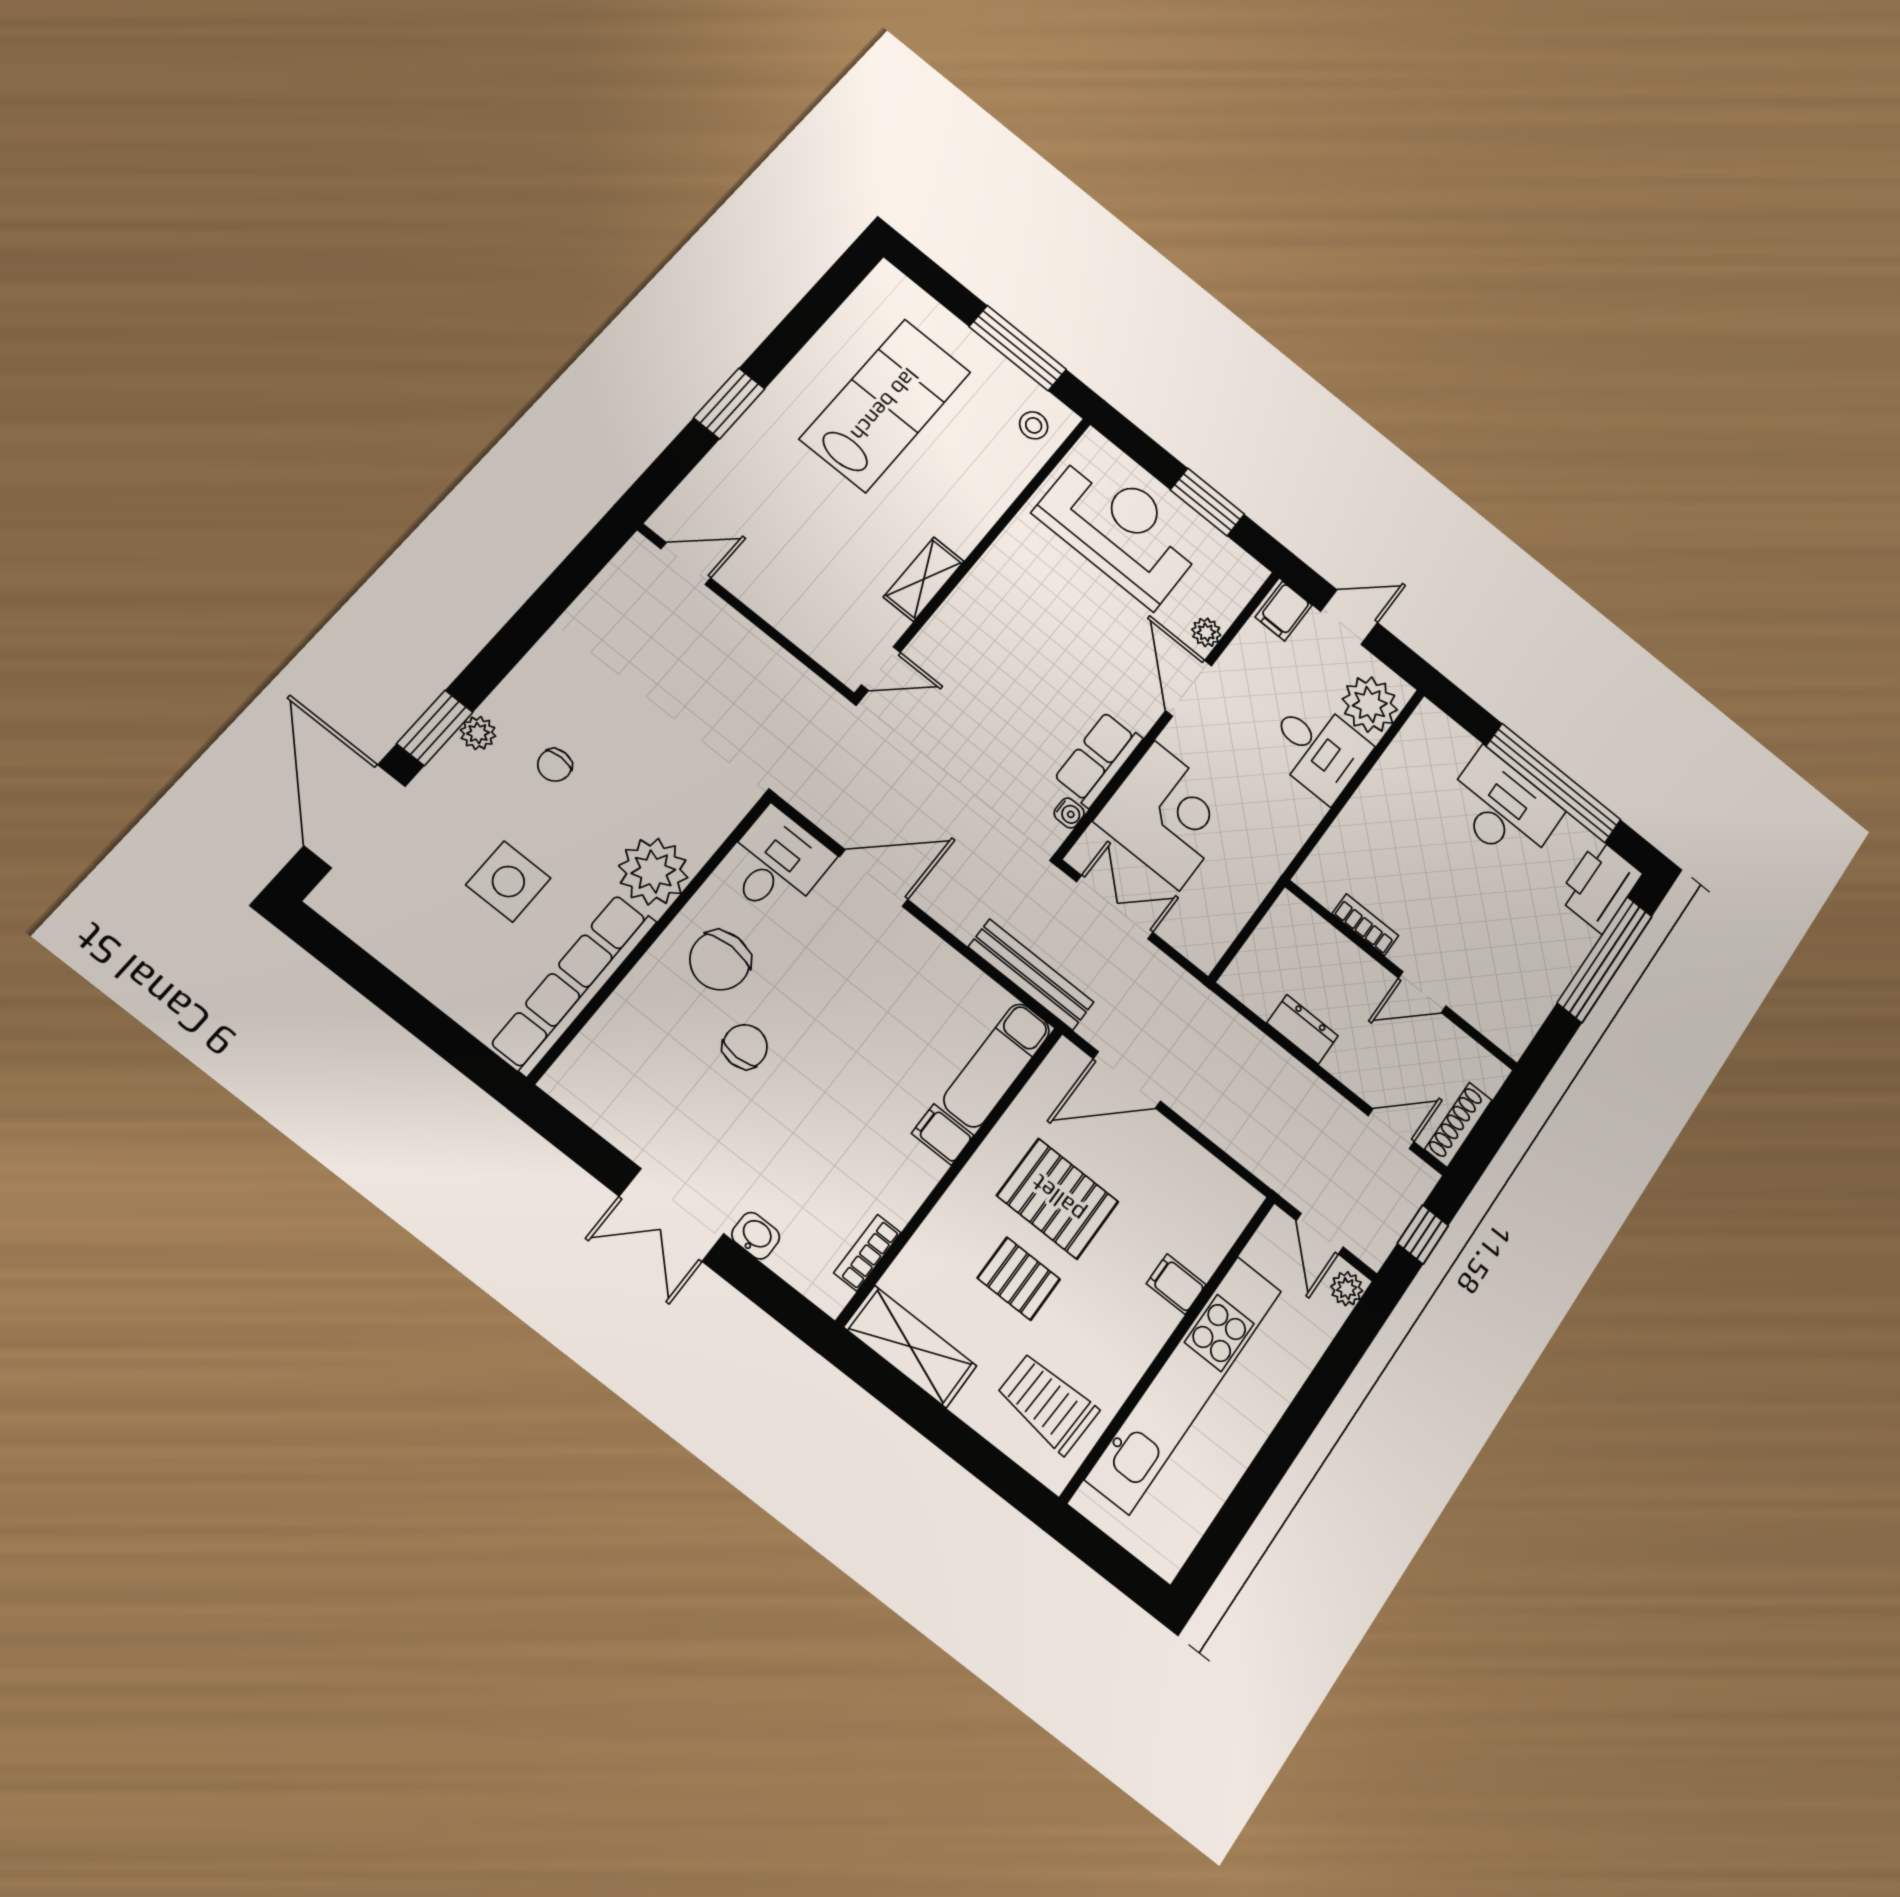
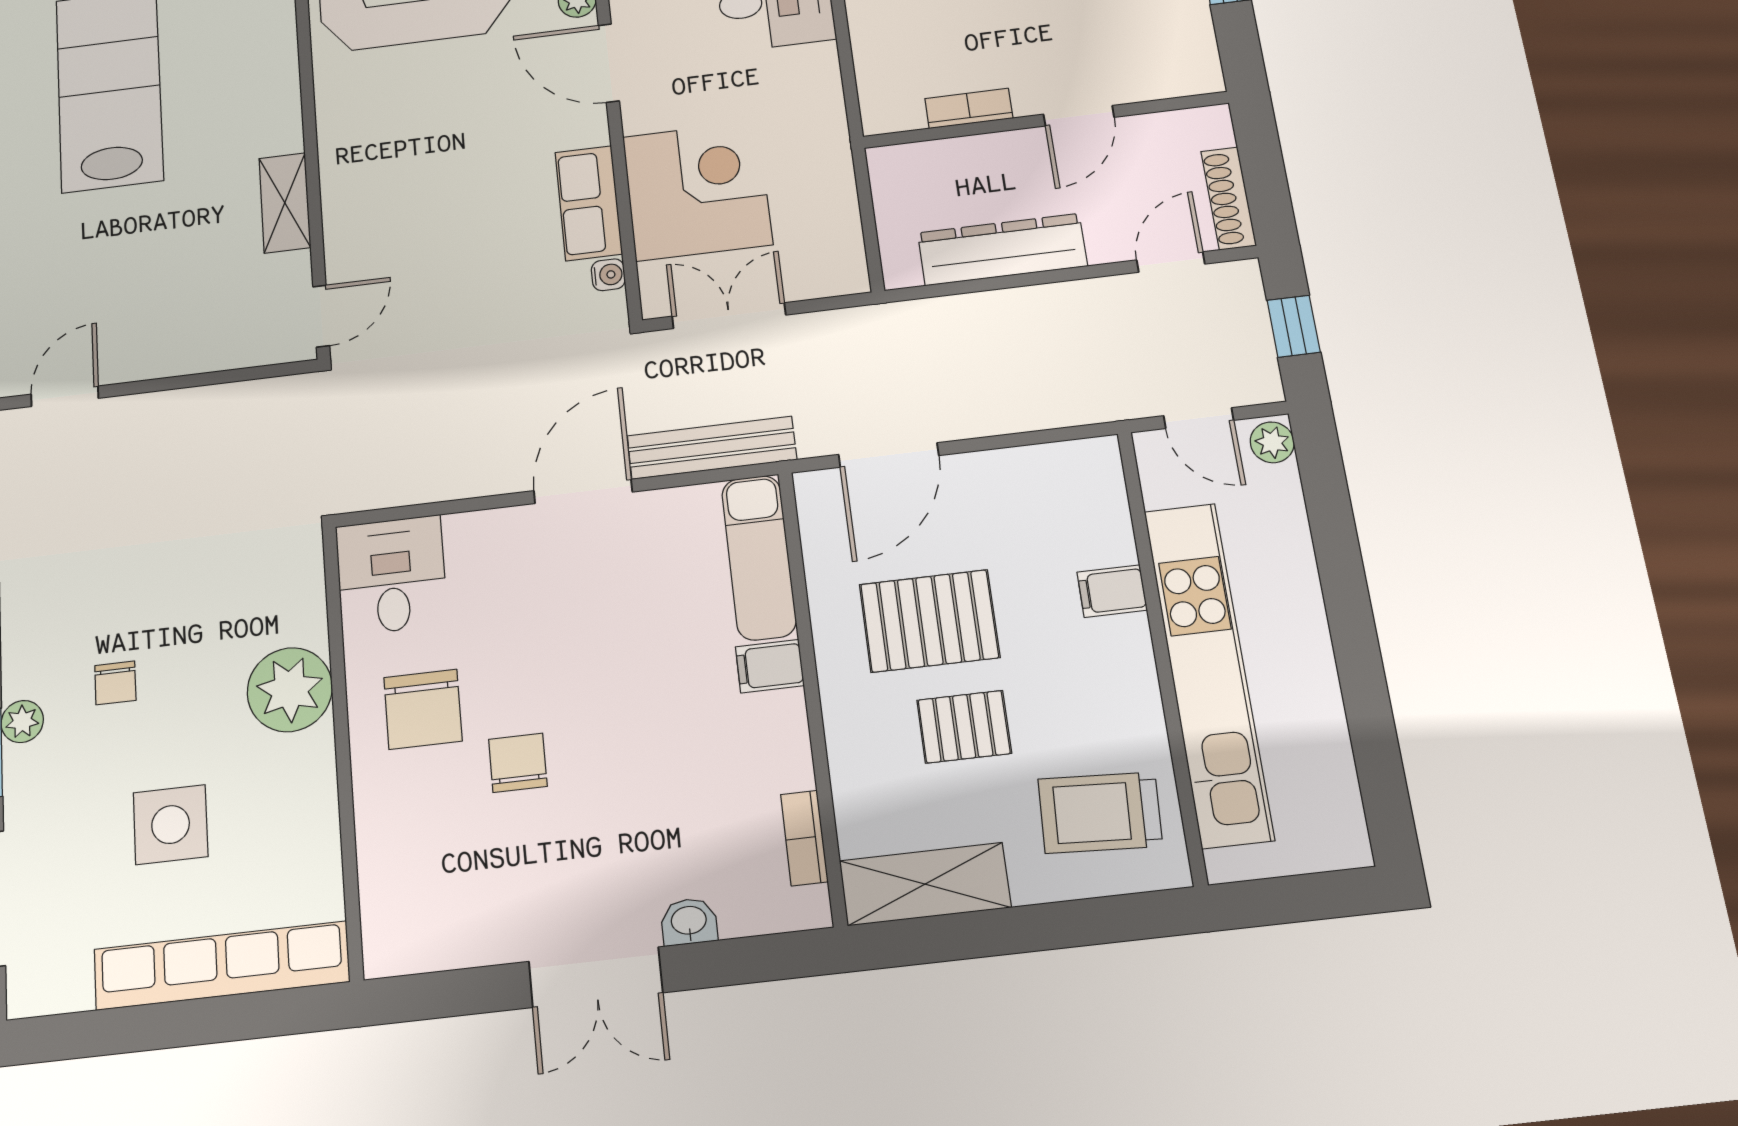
door: (874, 878) -> (583, 491), moved
row of seats: (573, 984) -> (222, 966), moved, turned 90
dresser: (1302, 1029) -> (1002, 250), width x1.96, depth x1.24

